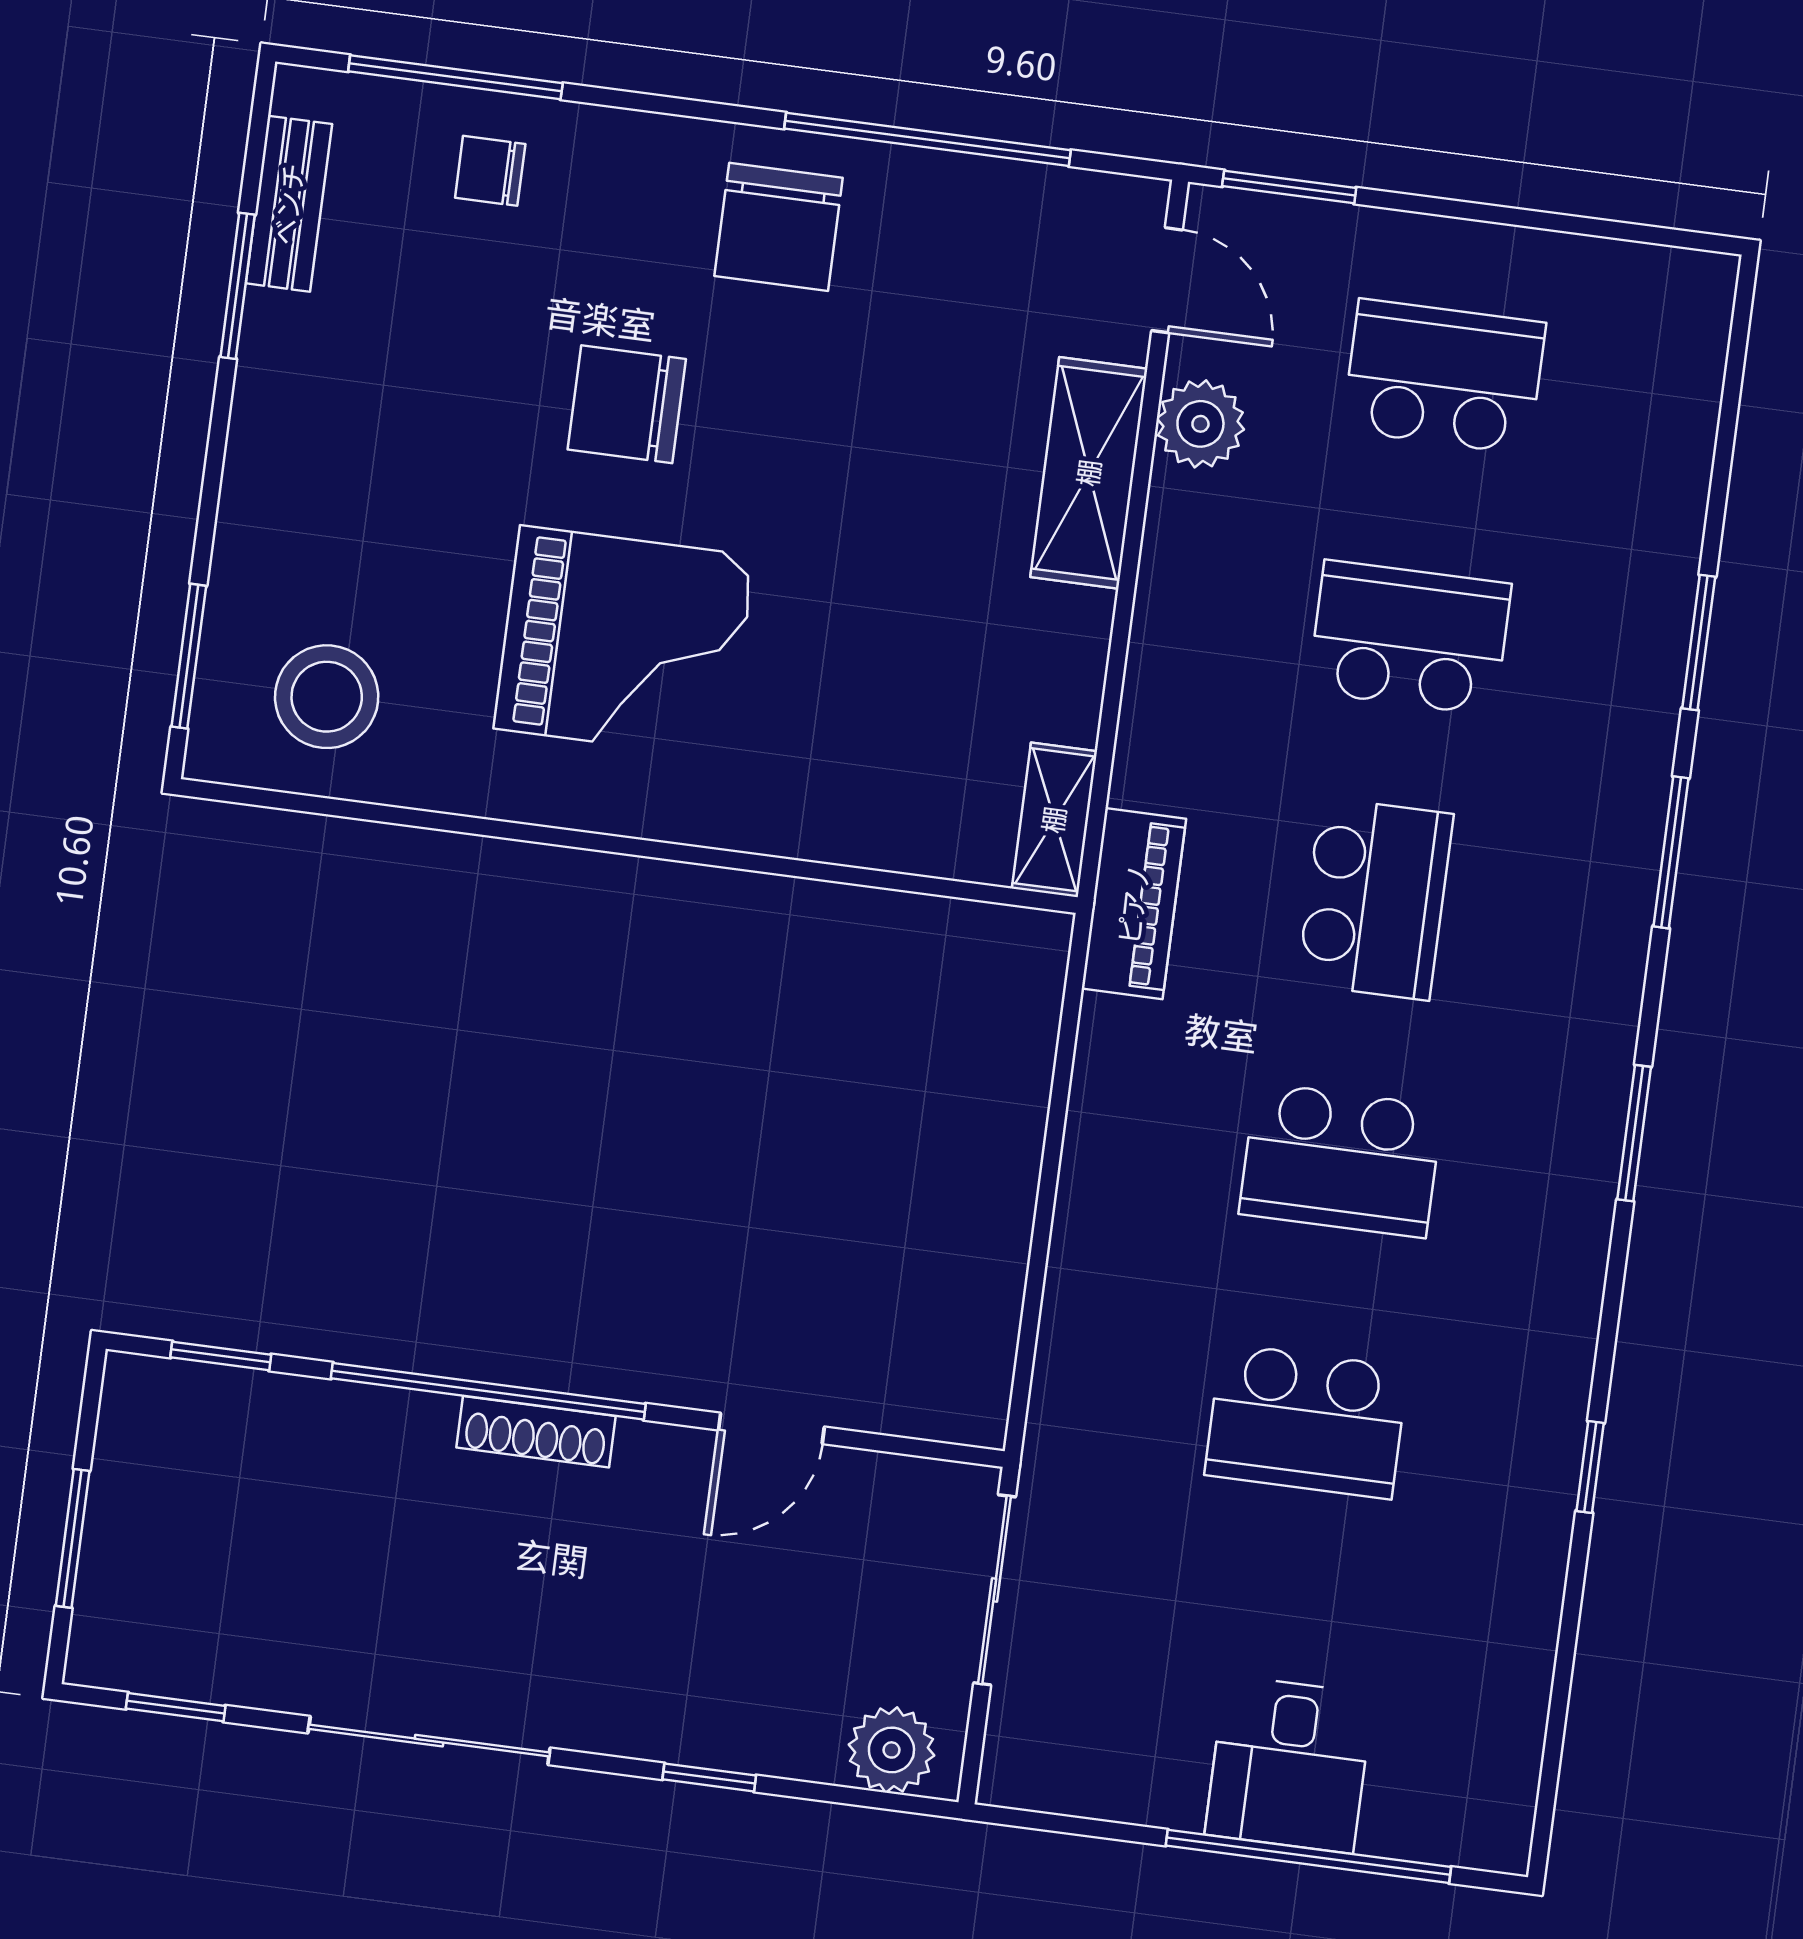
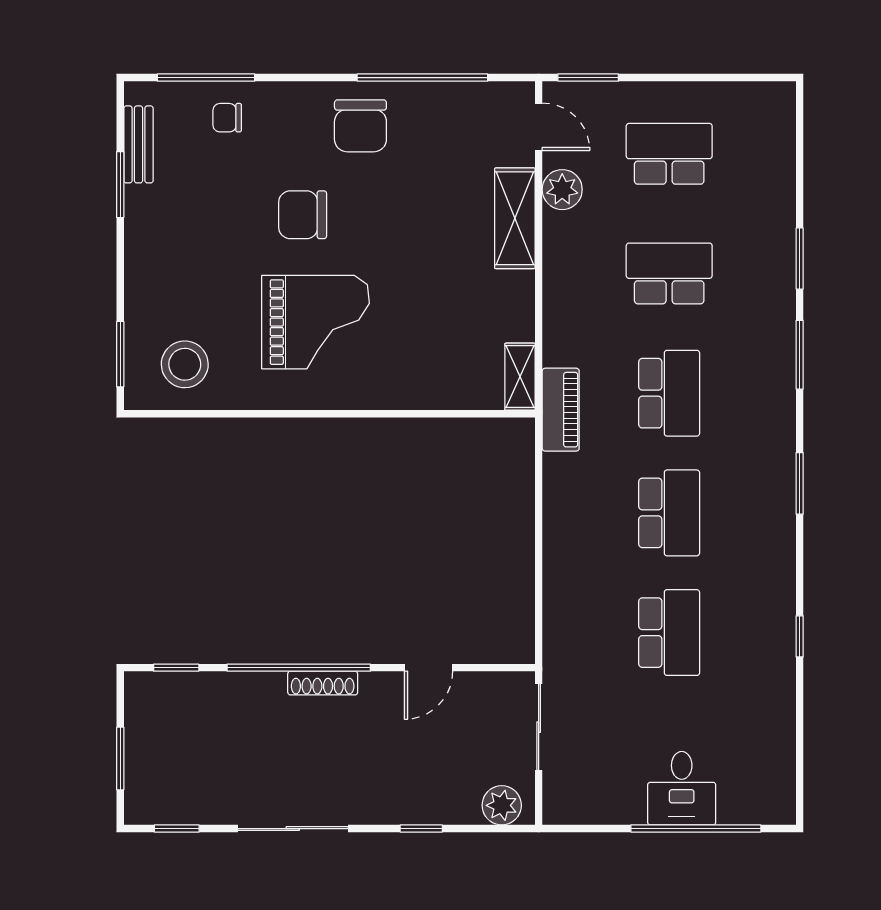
school desk: (1341, 1160) -> (669, 513), turned -90
school desk: (1306, 1421) -> (669, 633), turned -90

